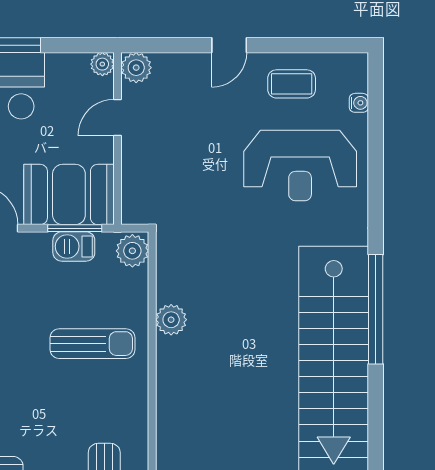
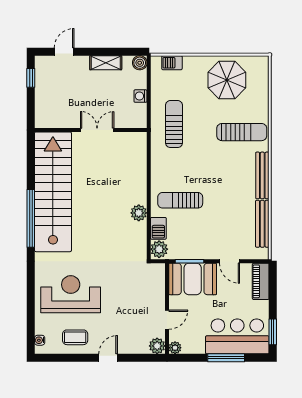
water cooler: (359, 103) -> (40, 340), moved
barbecue: (74, 246) -> (158, 228), moved, turned 90

